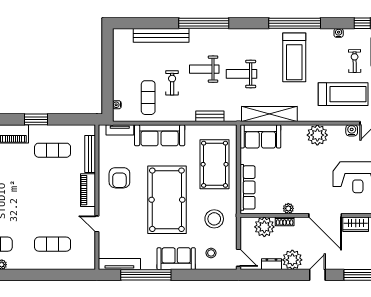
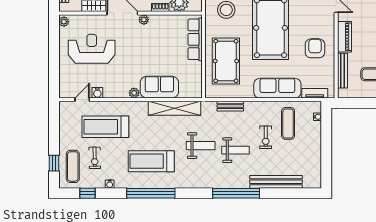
treadmill: (294, 57) -> (151, 161), turned -90
plant: (317, 135) -> (134, 93), width x0.53, depth x0.53
sofa: (260, 136) -> (159, 87), moved
plant: (288, 208) -> (144, 20), moved

